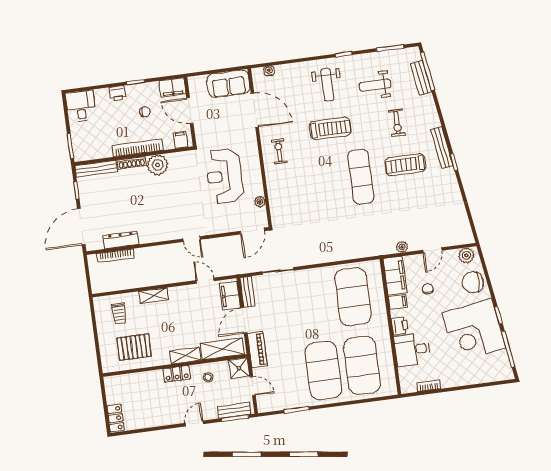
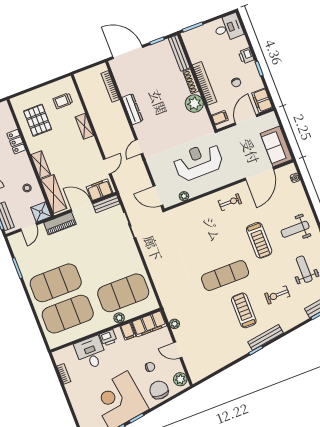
dresser: (121, 240) -> (132, 109), moved
chair: (428, 289) -> (150, 367), moved
plant: (380, 308) -> (119, 318), added
locker: (177, 374) -> (16, 142), moved

